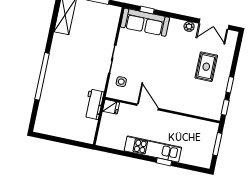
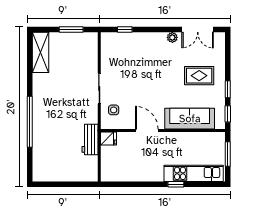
sofa: (145, 22) -> (190, 119), moved, turned 180
rug: (206, 67) -> (199, 76), turned 90
kitchen unit: (153, 149) -> (194, 173), moved

